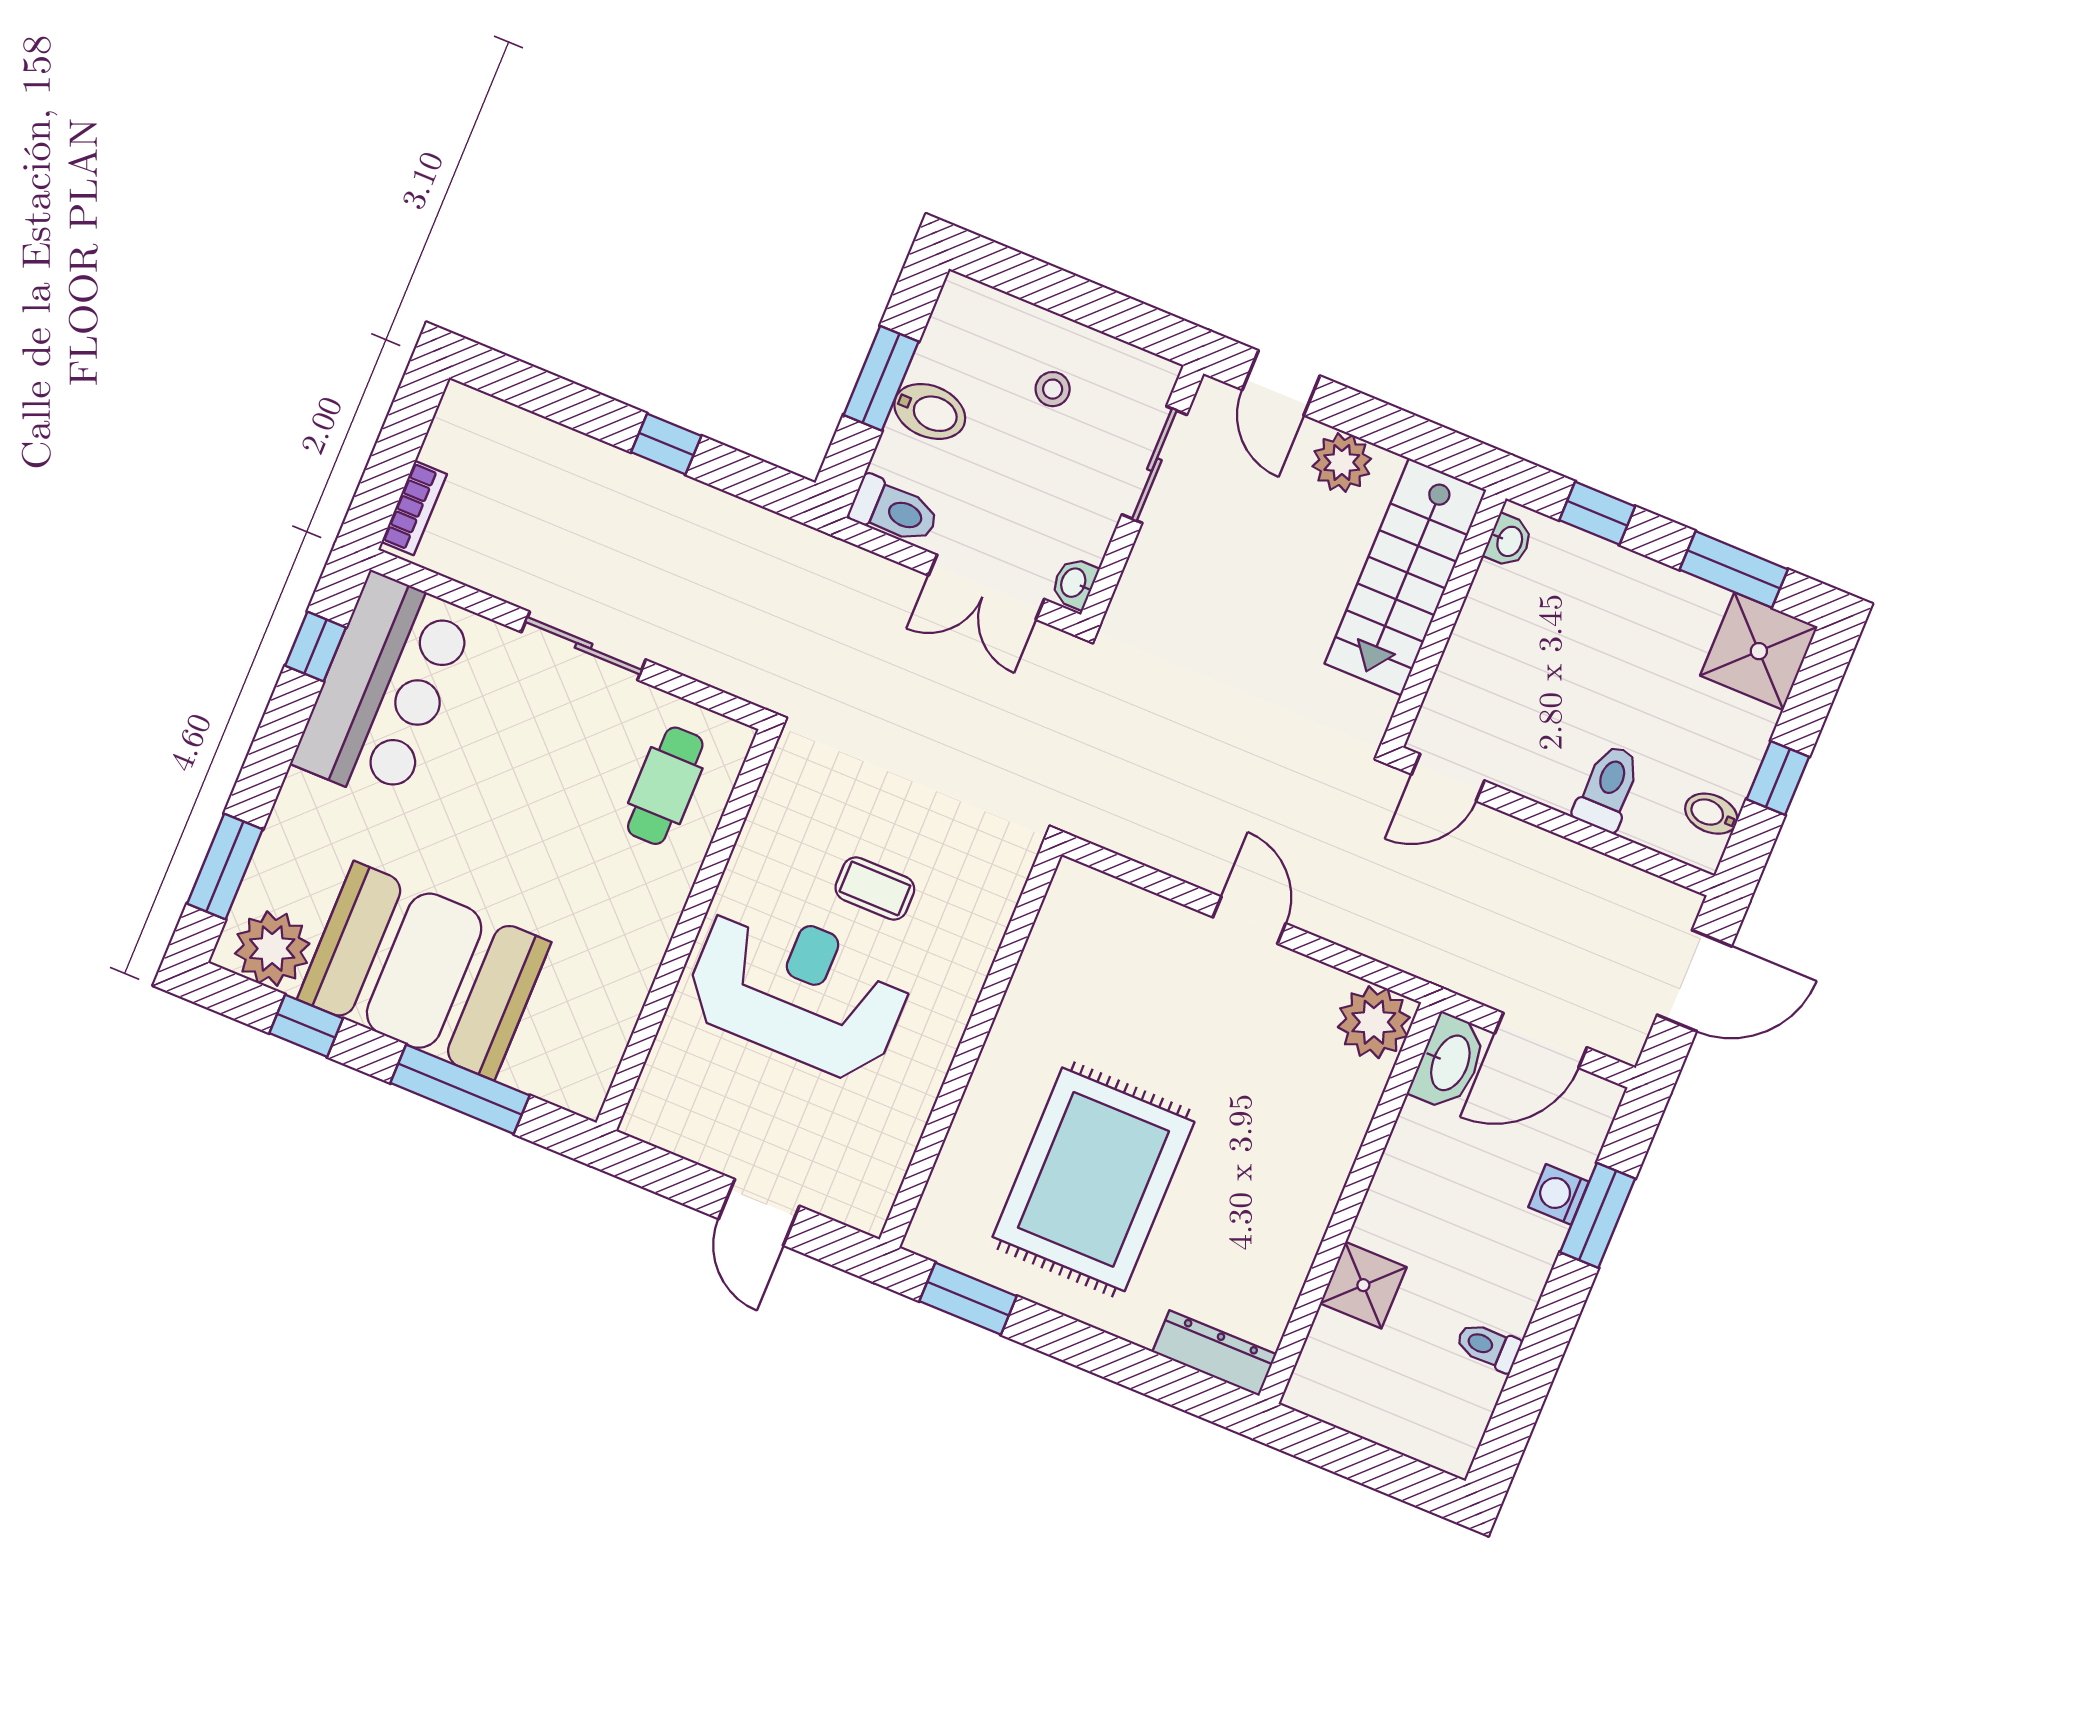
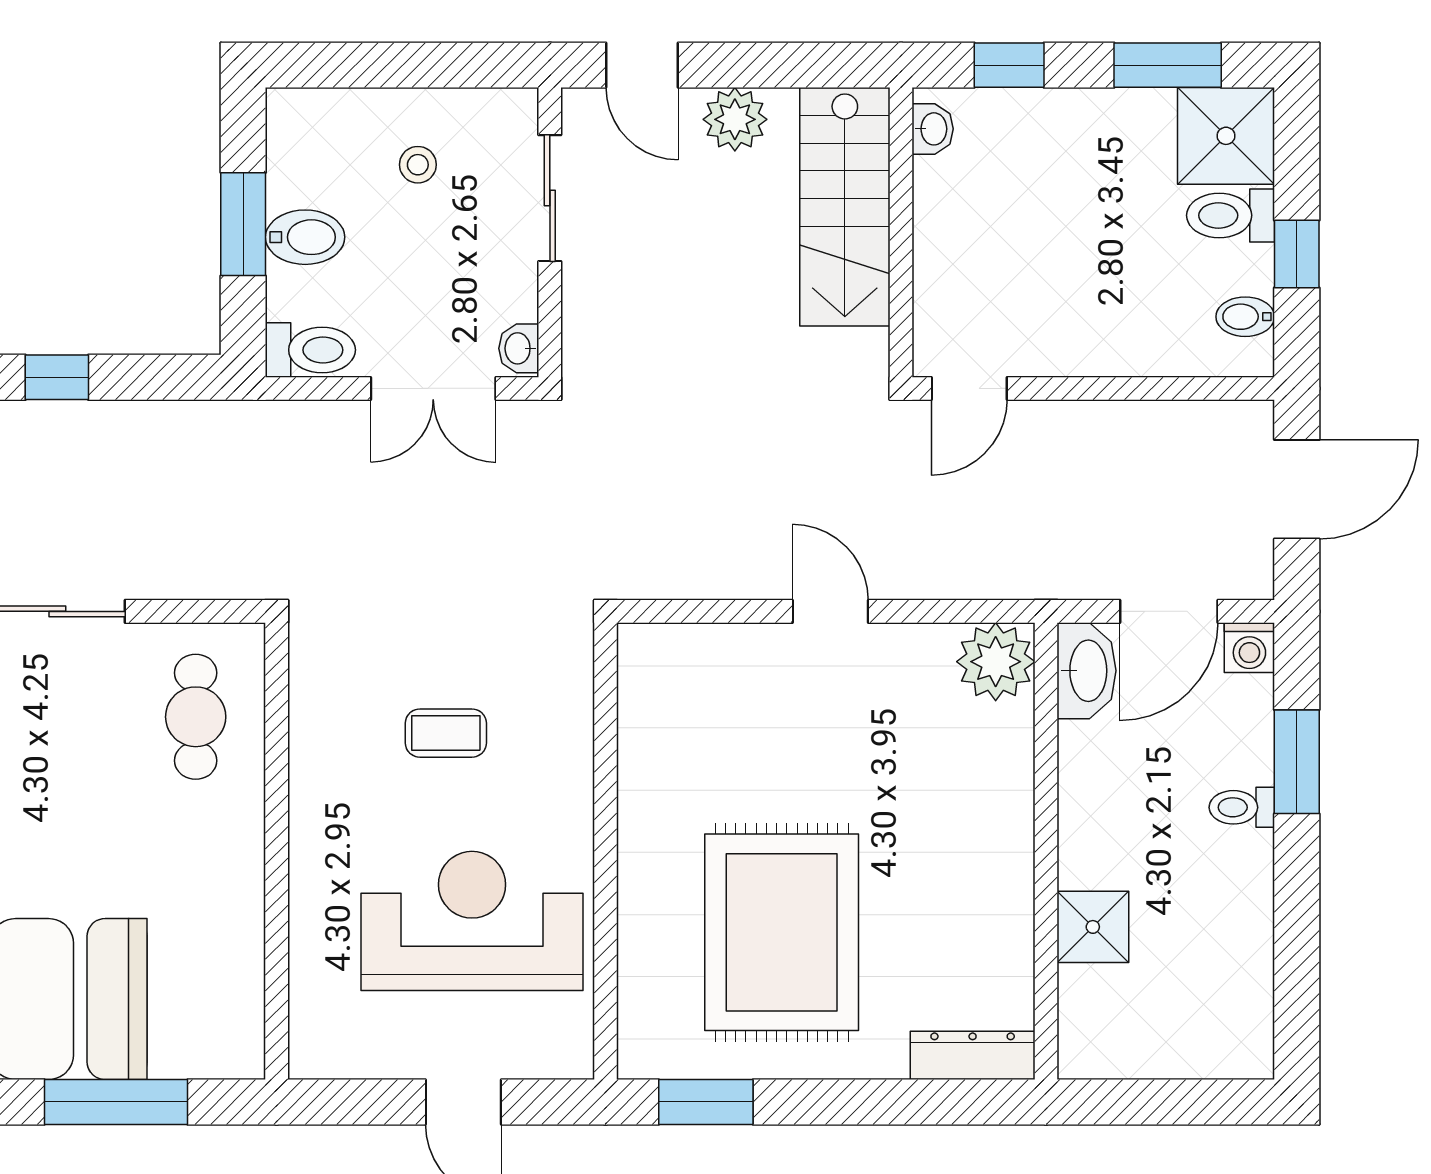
toilet: (1608, 788) -> (1231, 215), moved, turned -90
reception desk: (798, 990) -> (472, 921), moved
washing machine: (1559, 1194) -> (1249, 648), moved, turned -90
toilet: (1488, 1346) -> (1242, 807), moved

